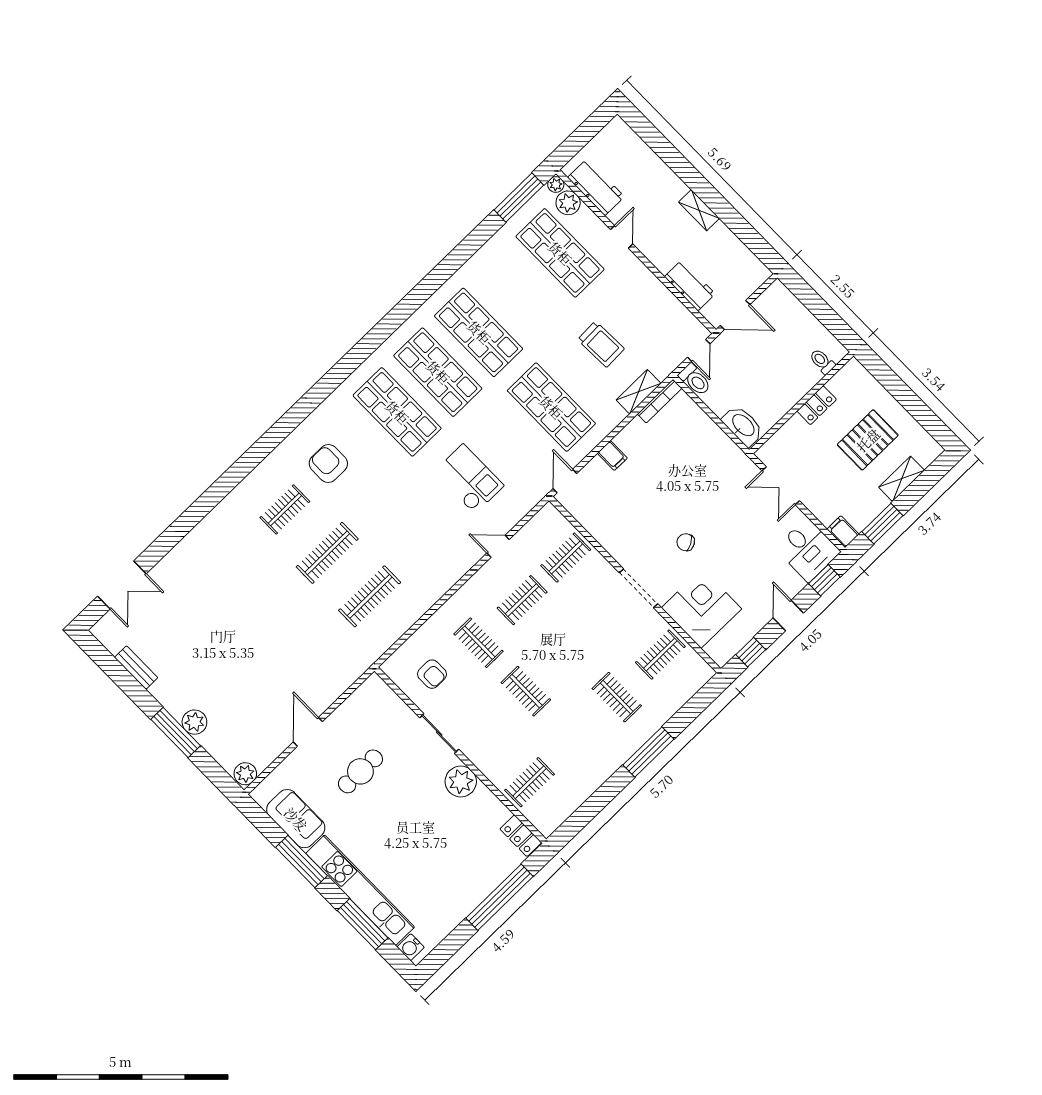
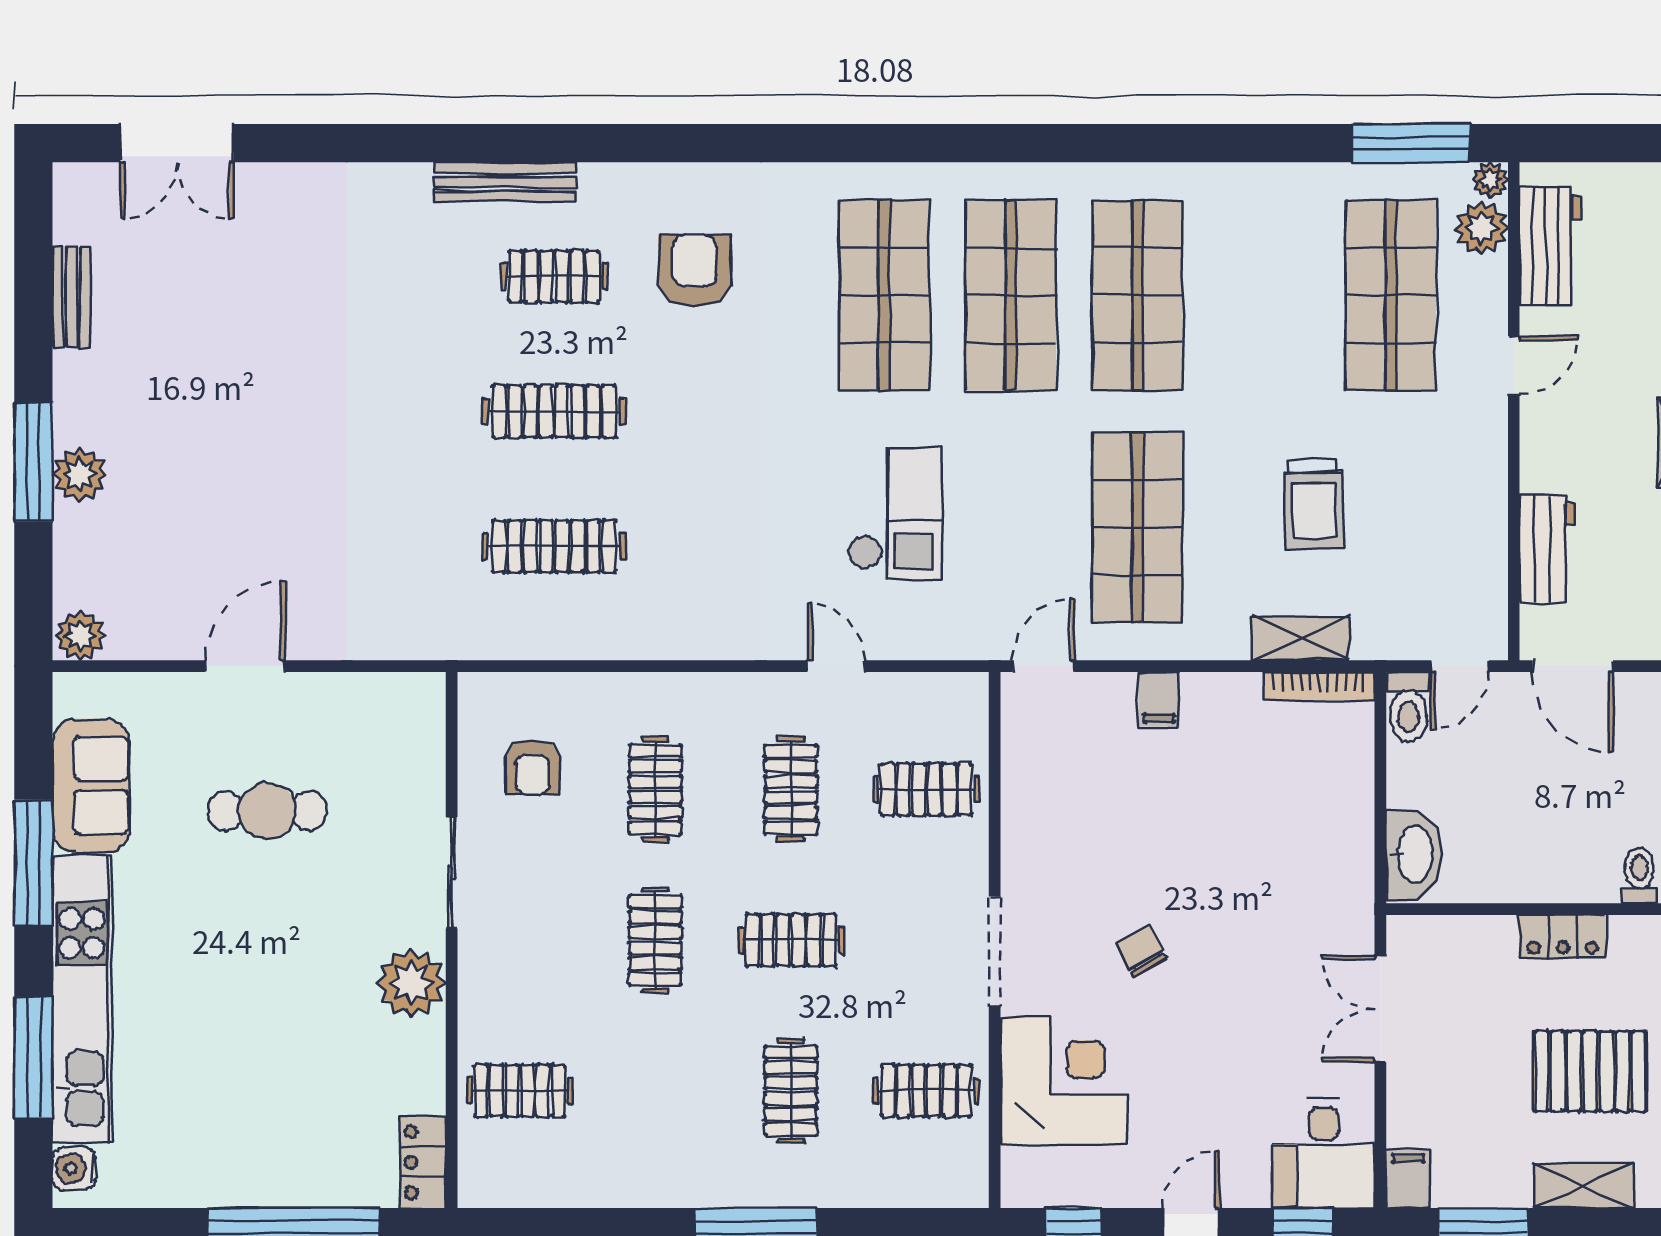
bench: (240, 494) -> (505, 182), added
clothes rail: (522, 600) -> (791, 789), turned 90
clothes rail: (569, 649) -> (791, 940), added

